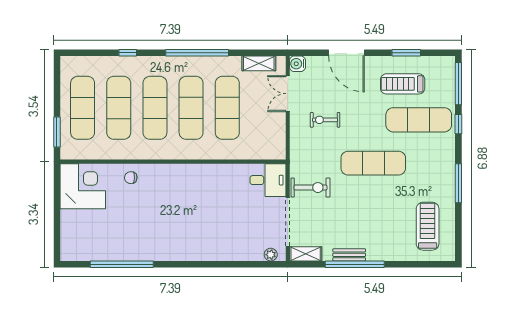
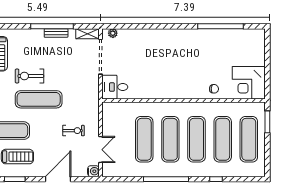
door: (346, 53) -> (58, 179), hinge flipped
shelving: (259, 63) -> (121, 171), removed
exercise bike: (311, 188) -> (29, 76), moved

